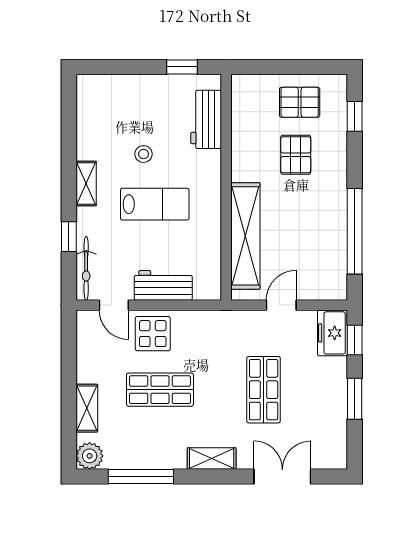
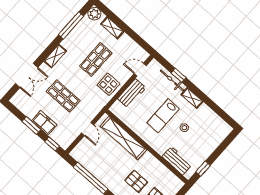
bicycle: (86, 268) -> (172, 80), moved
freezer: (333, 333) -> (44, 123), moved
display table: (153, 334) -> (108, 84), moved

